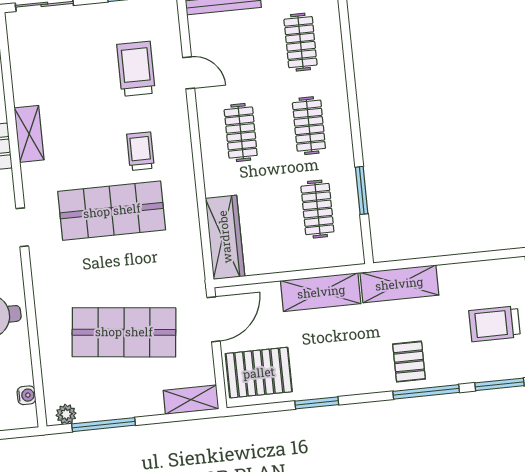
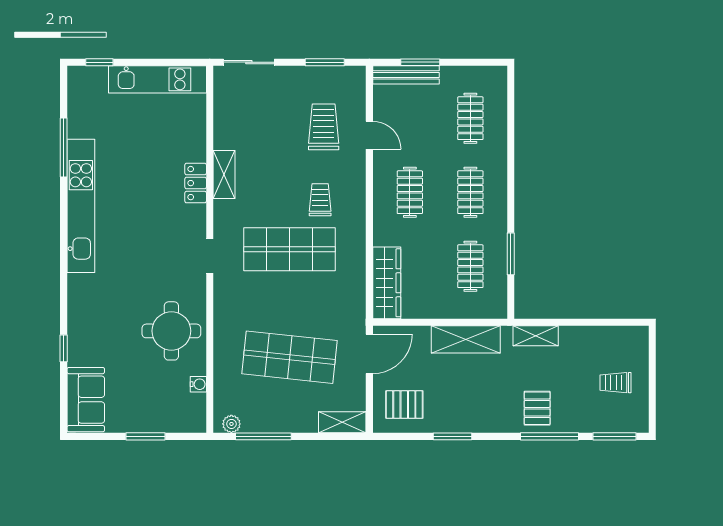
shelving: (399, 284) -> (536, 336), width x0.67, depth x0.75
trolley: (495, 324) -> (616, 383), width x0.73, depth x0.72
pallet: (259, 373) -> (404, 405), width x0.67, depth x0.71
water cooler: (26, 395) -> (198, 384), moved

